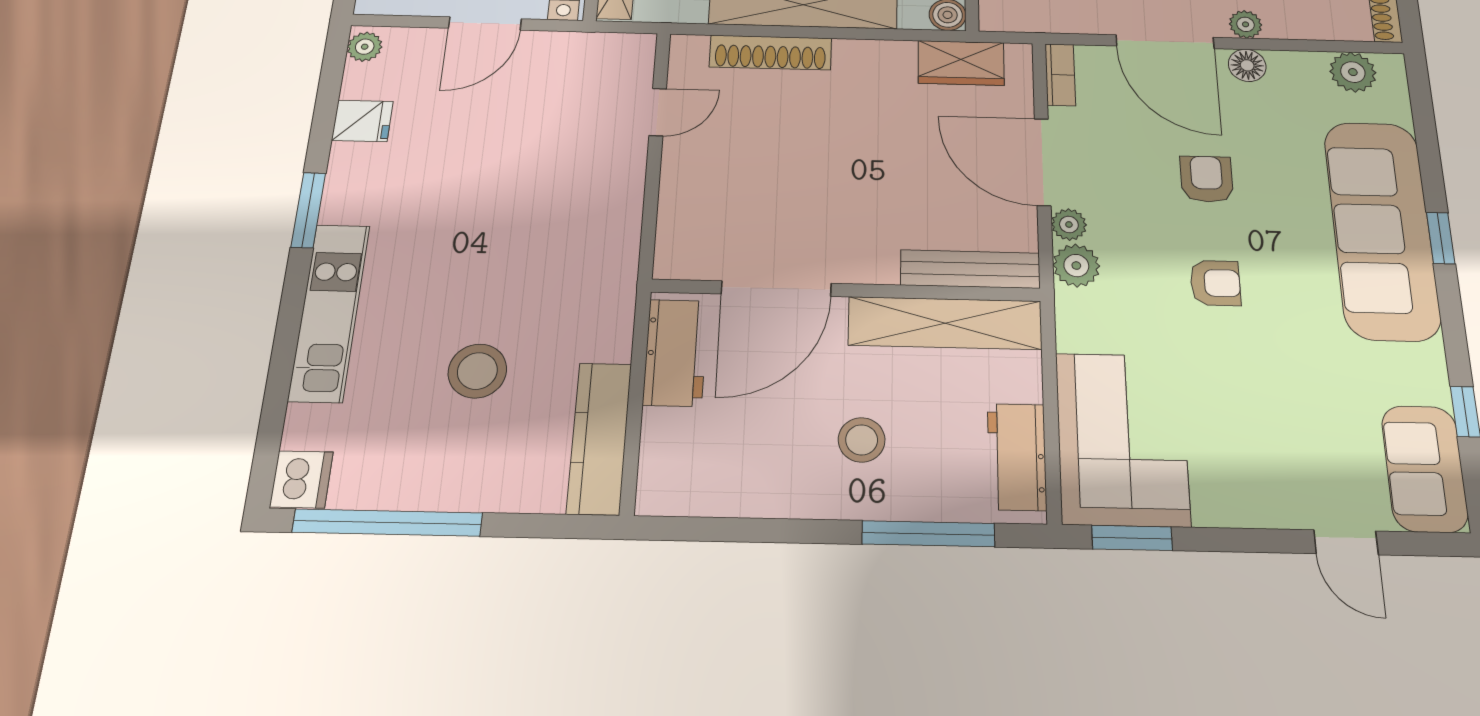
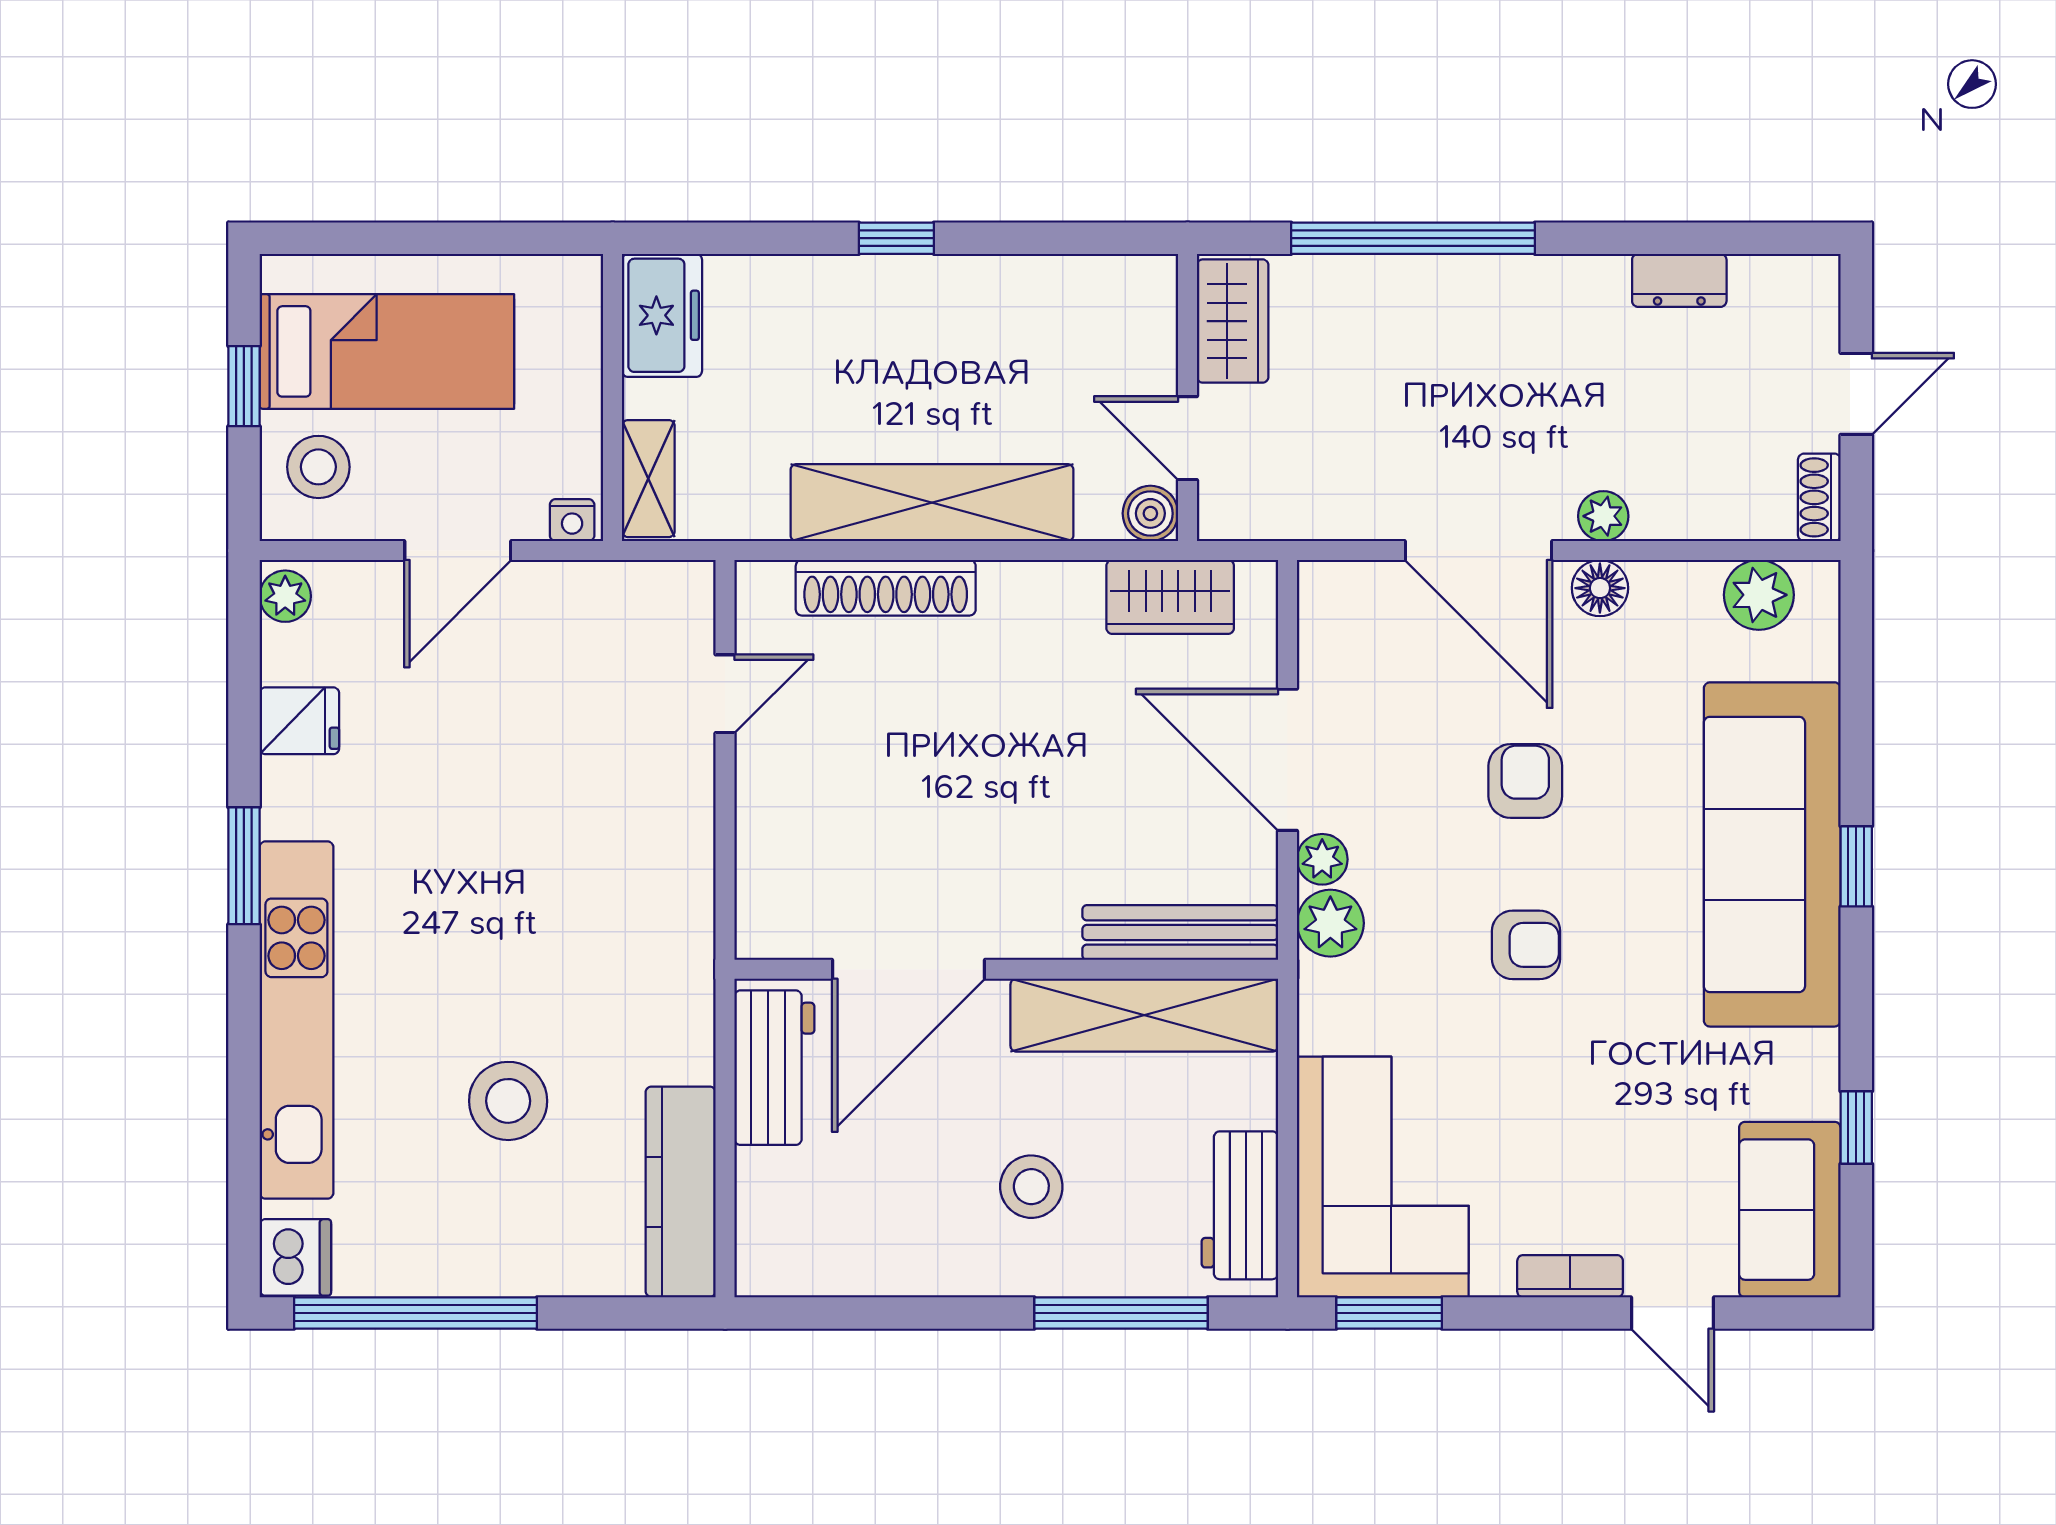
bookcase: (1060, 75) -> (1570, 1276), moved, turned -90
kitchen unit: (329, 312) -> (296, 1020), width x1.36

